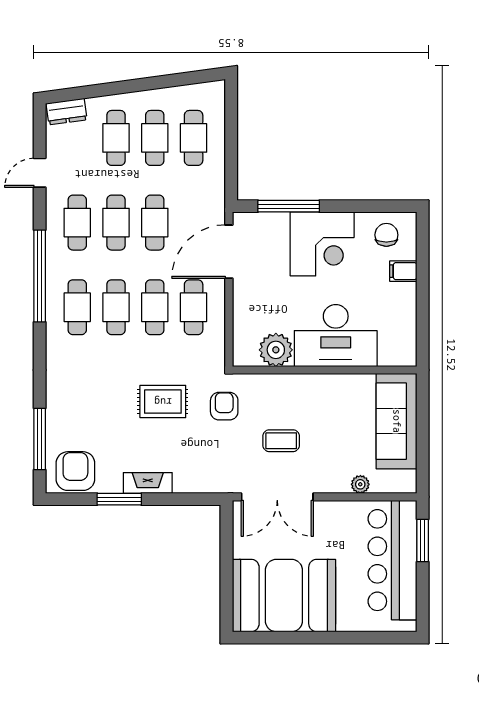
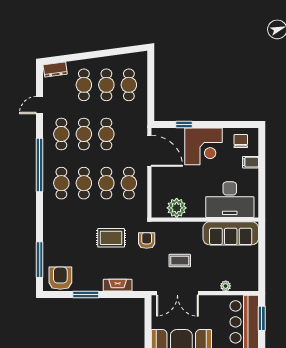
window: (289, 206) -> (184, 124), width x0.46
door: (229, 252) -> (149, 151), swing flipped
desk: (336, 336) -> (230, 200), moved
sofa: (397, 421) -> (231, 233), moved, turned -90
fireplace: (148, 483) -> (118, 285), moved

